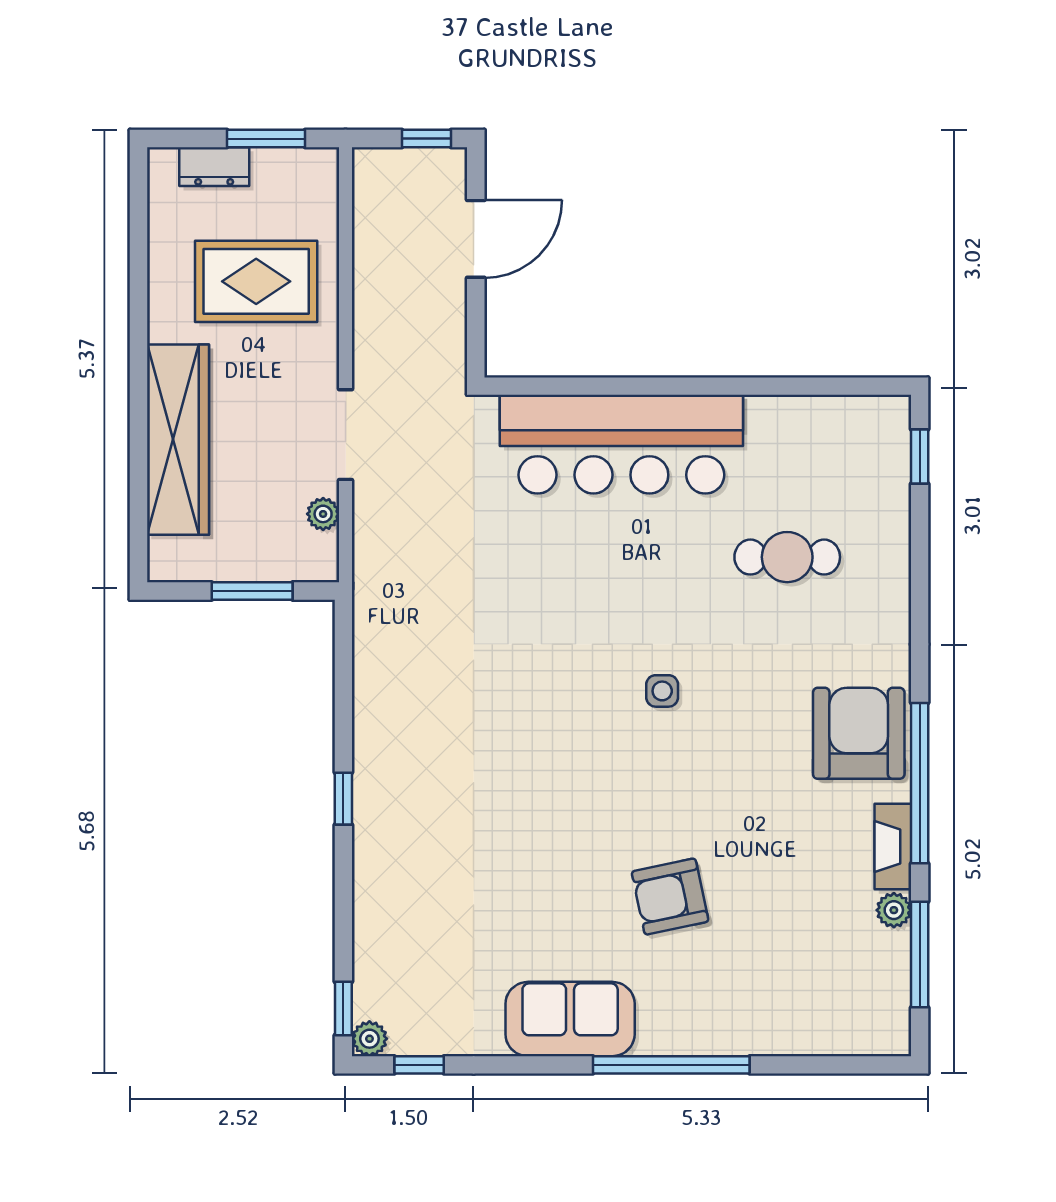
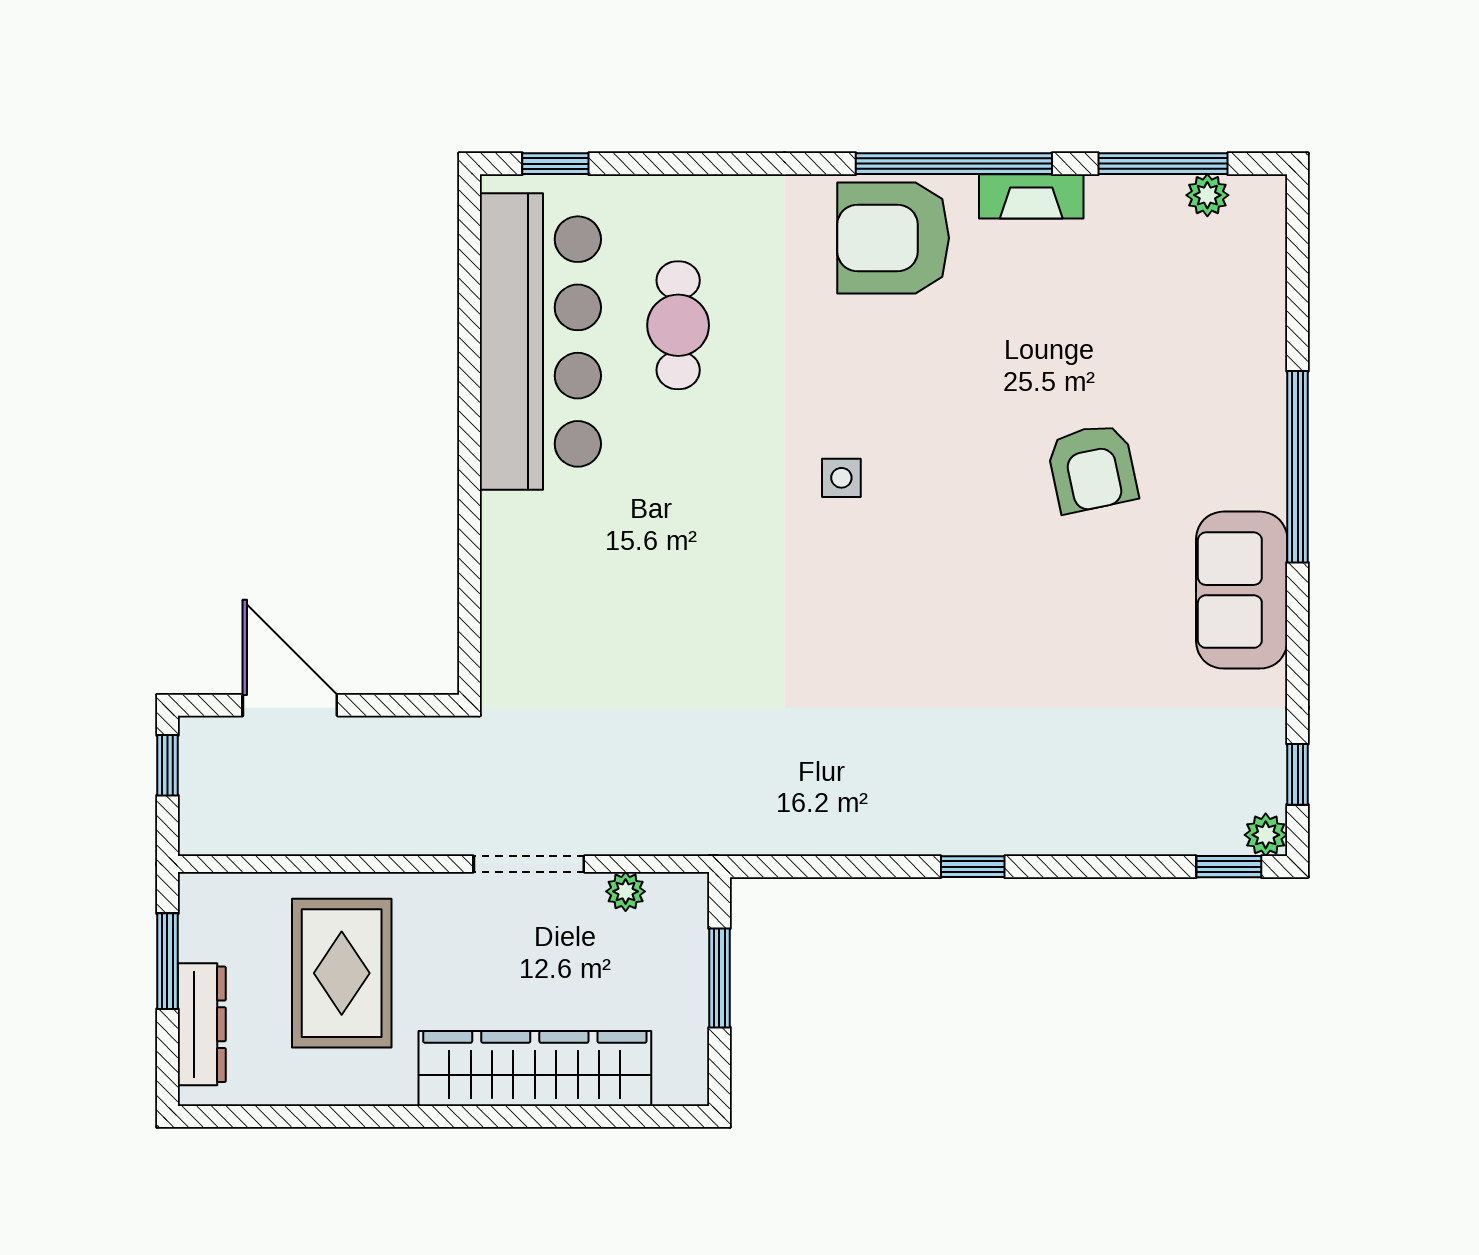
dresser: (214, 167) -> (202, 1024), width x1.44
bar counter: (621, 444) -> (540, 342), moved
plant: (894, 910) -> (1207, 195), moved

